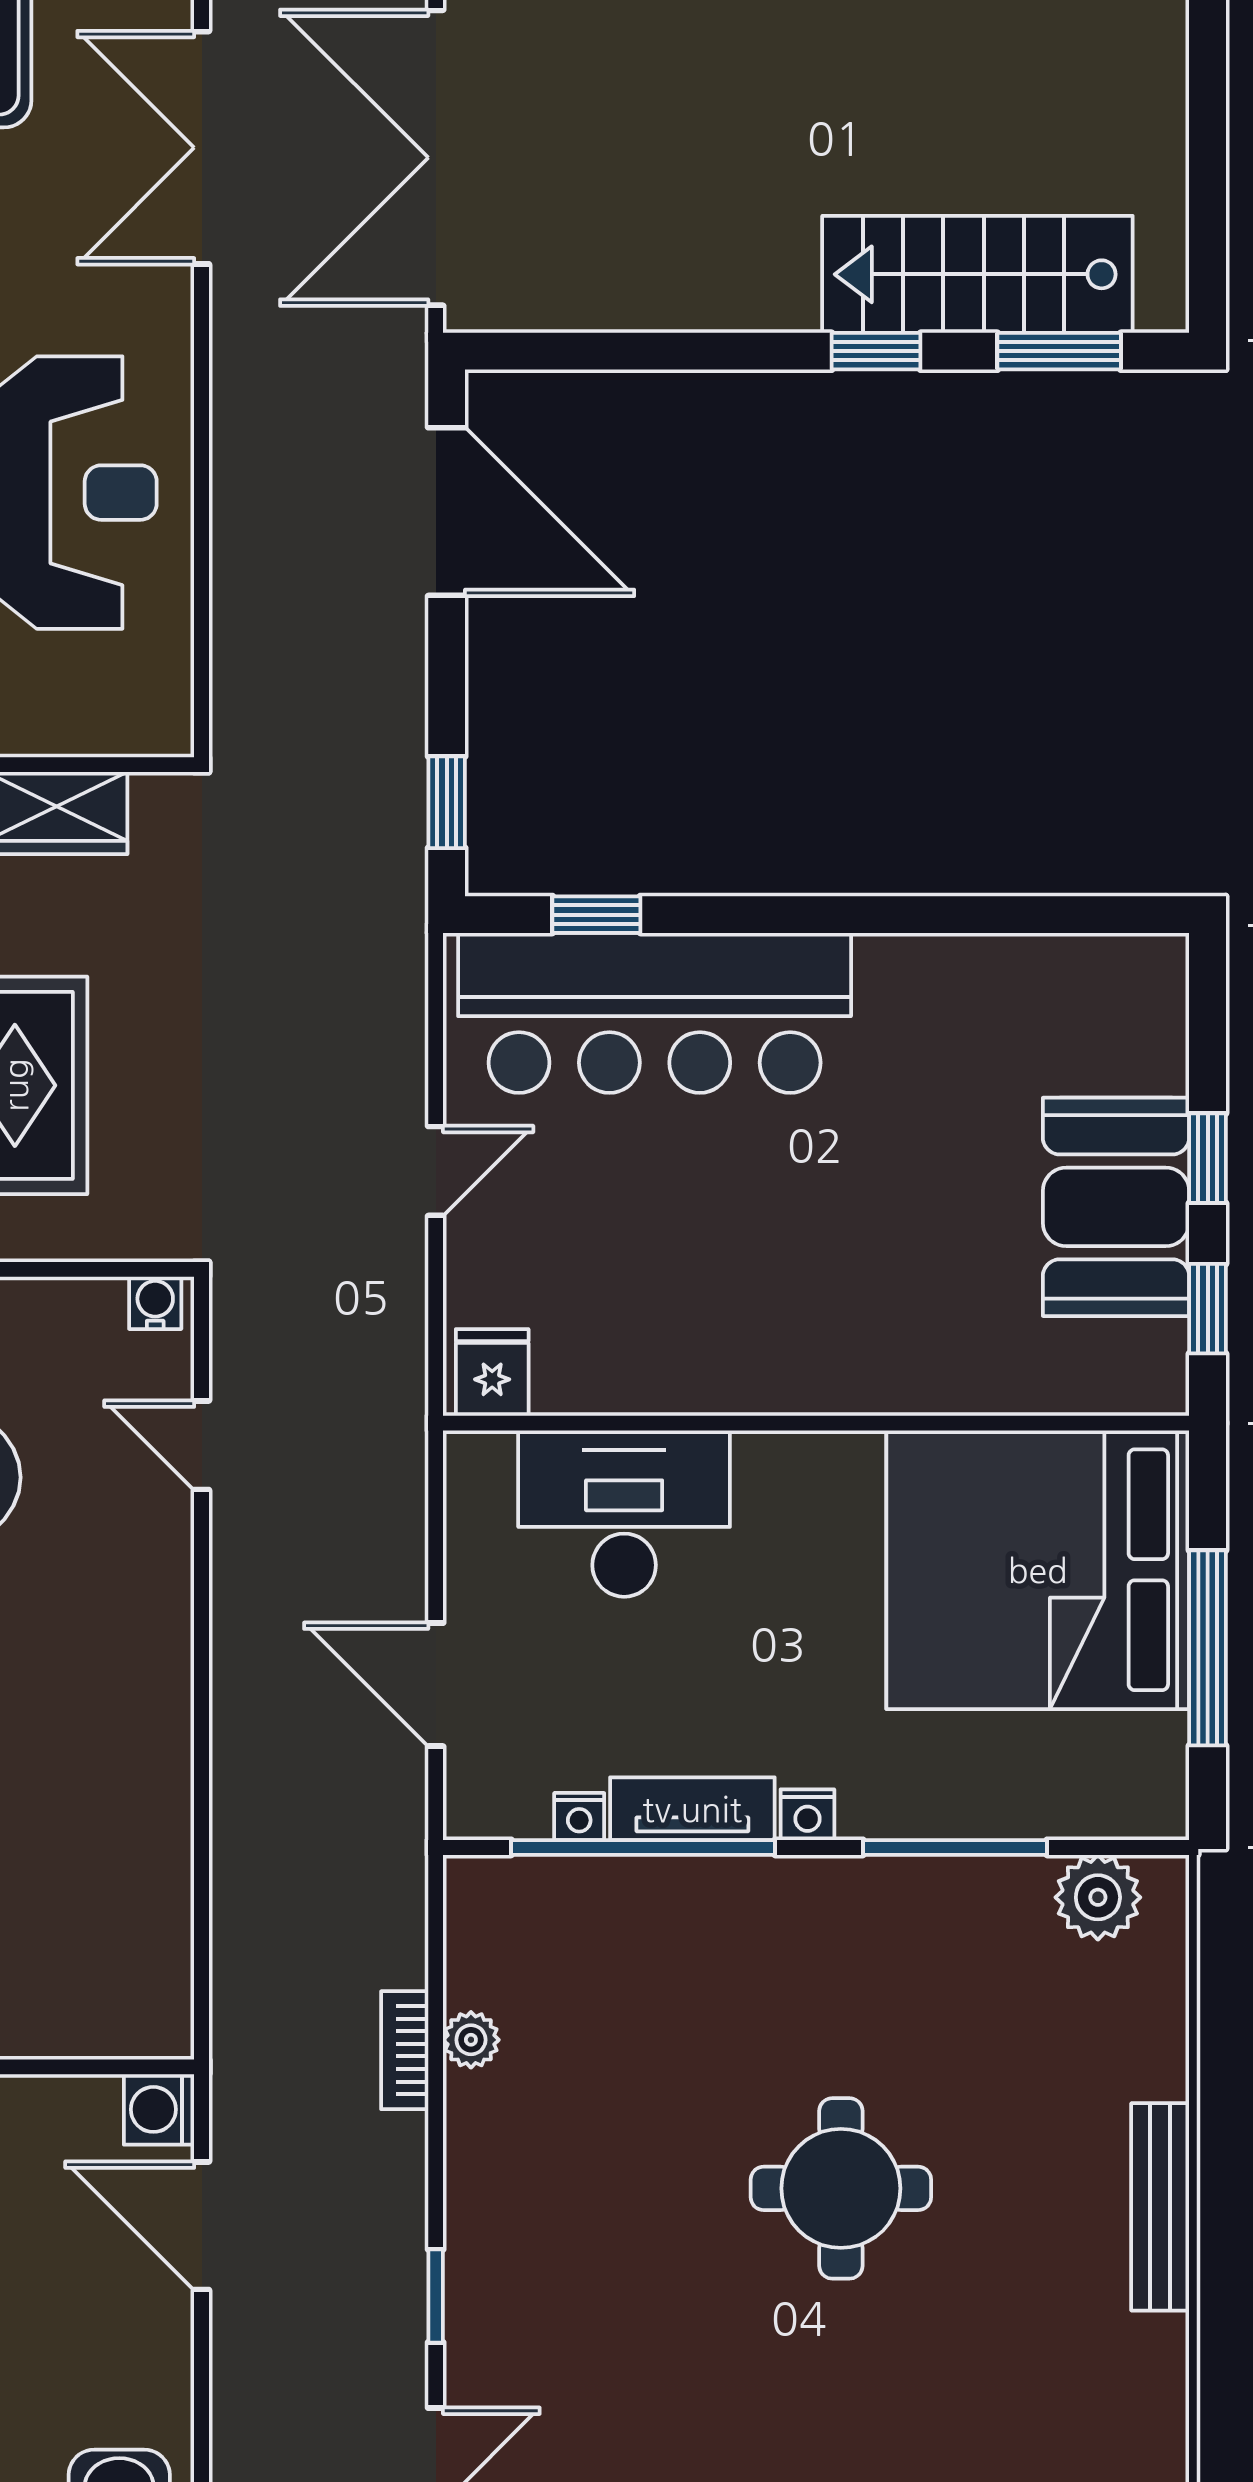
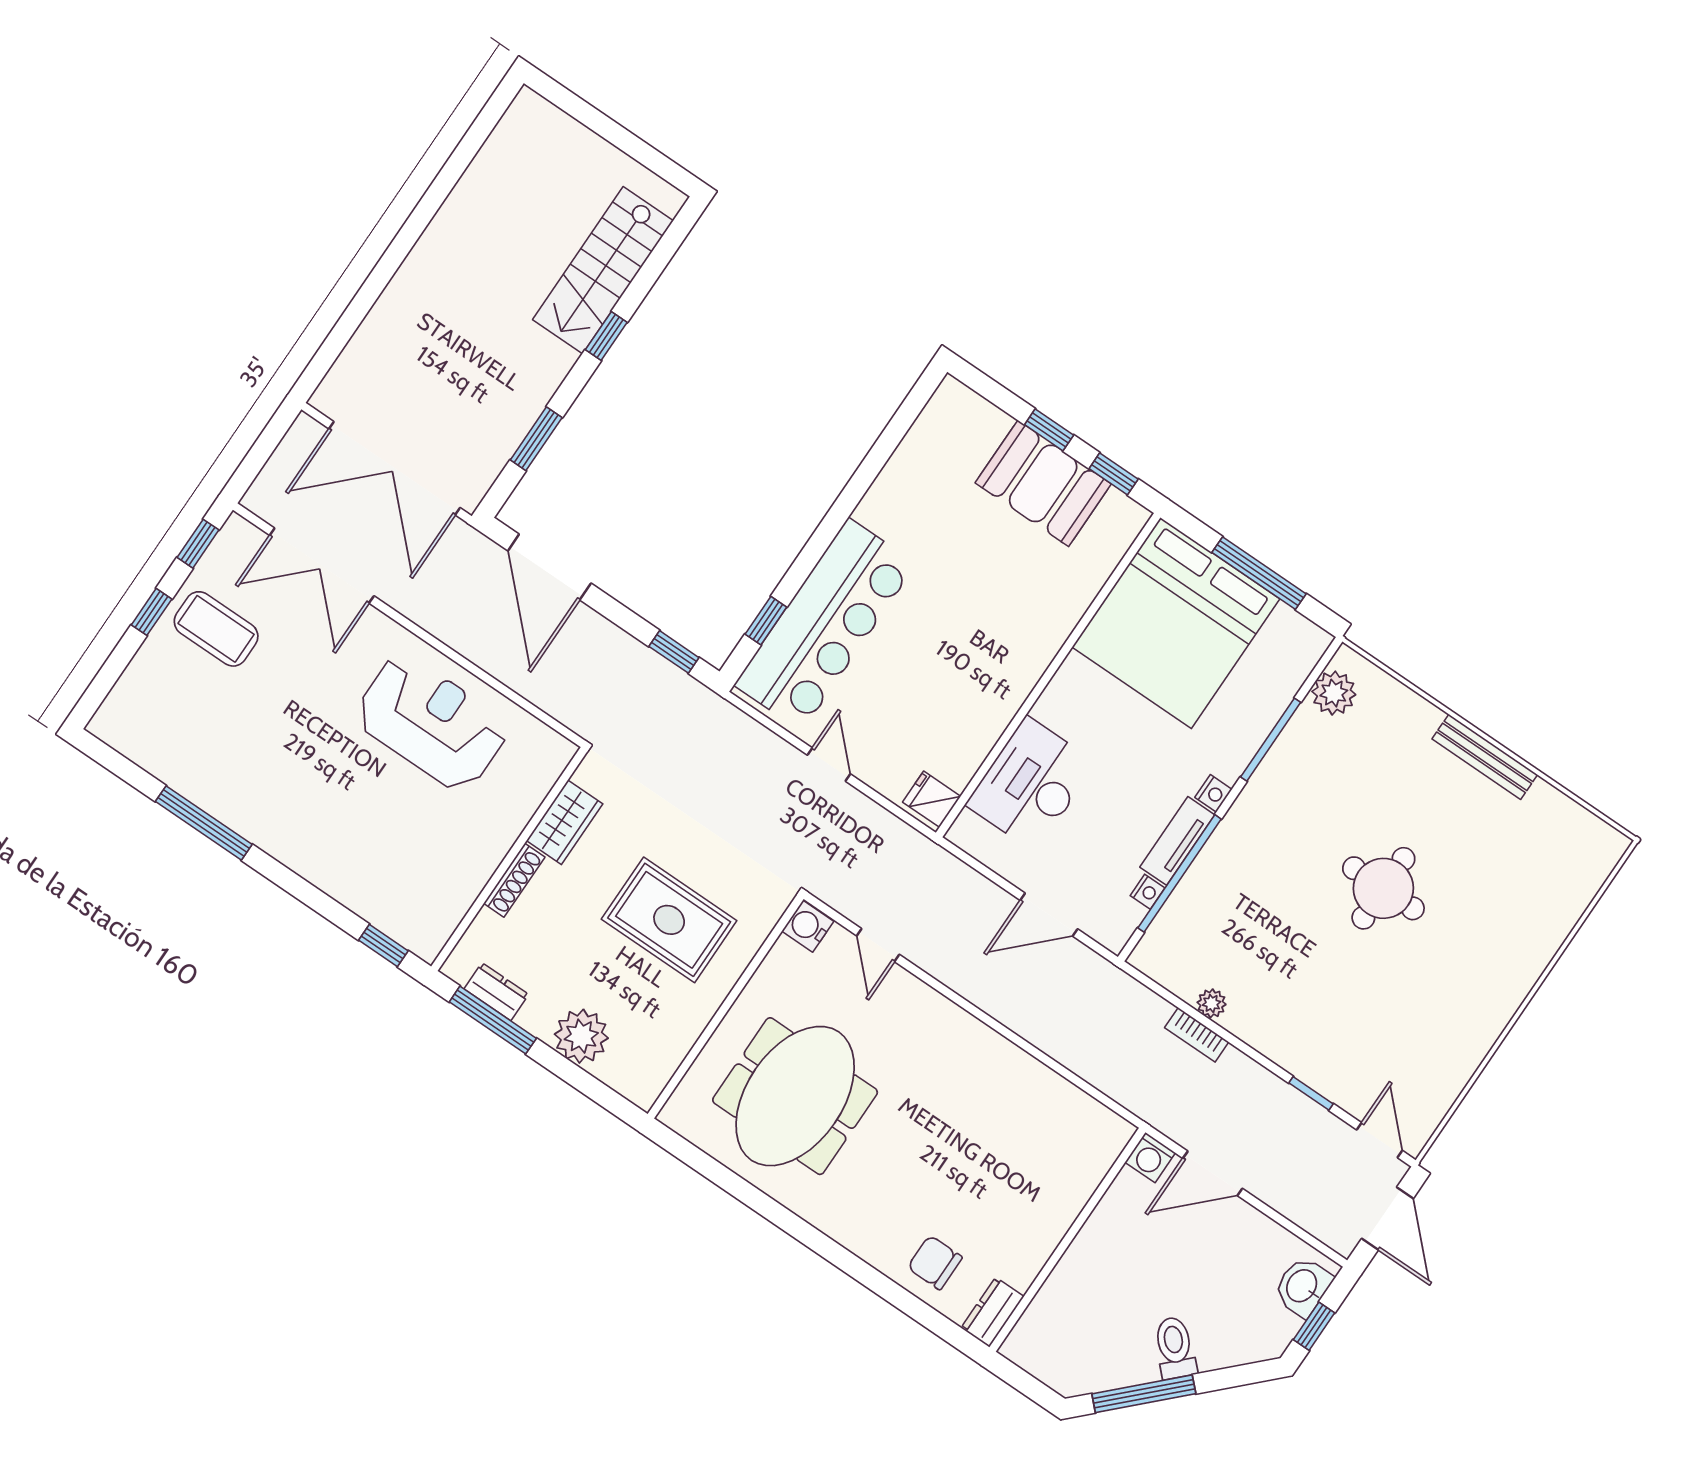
window: (1059, 351) -> (536, 439), moved
door: (447, 512) -> (549, 567), swing flipped
water cooler: (155, 1303) -> (808, 926), width x1.38, depth x1.38
door: (202, 1445) -> (878, 945), hinge flipped

